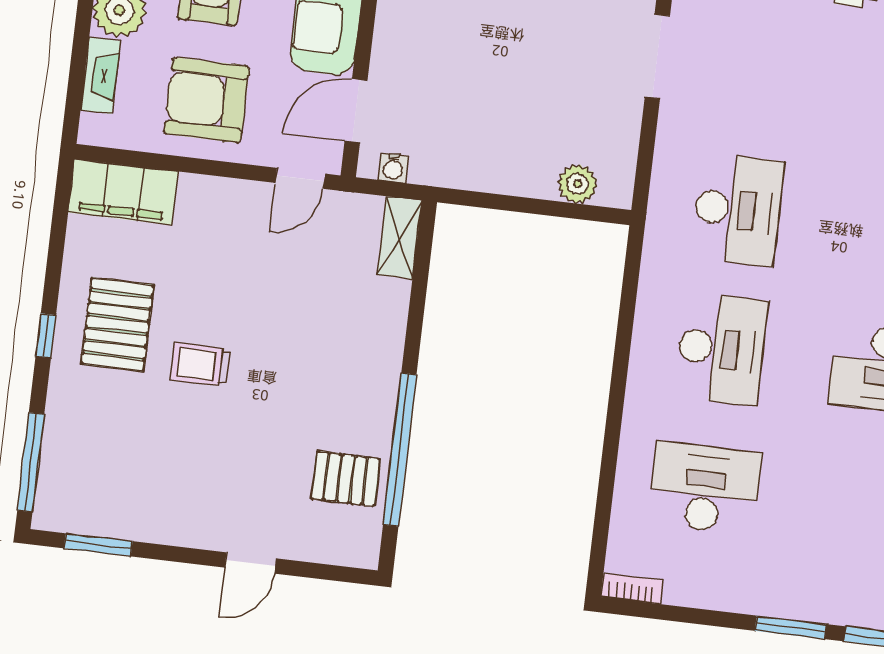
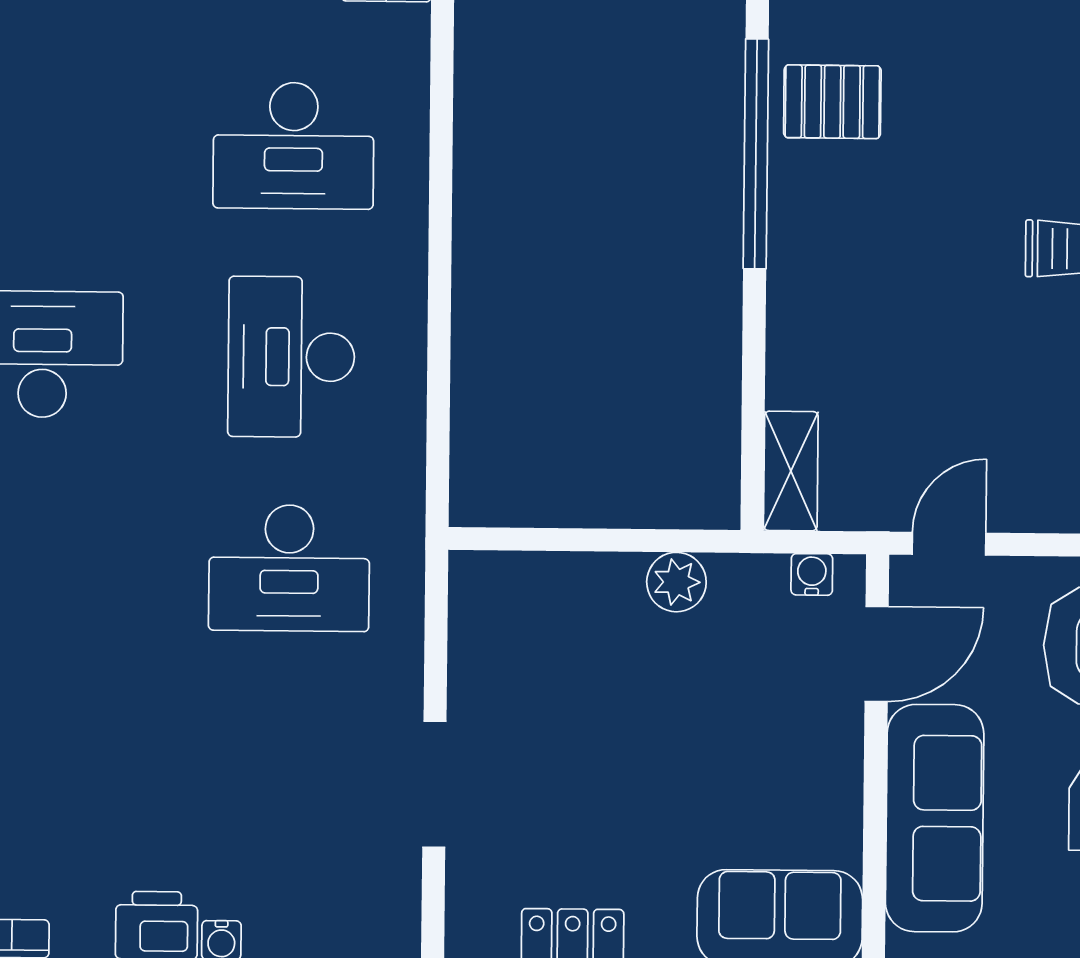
plant: (578, 184) -> (676, 582), moved
desk: (738, 210) -> (289, 568), turned -90

